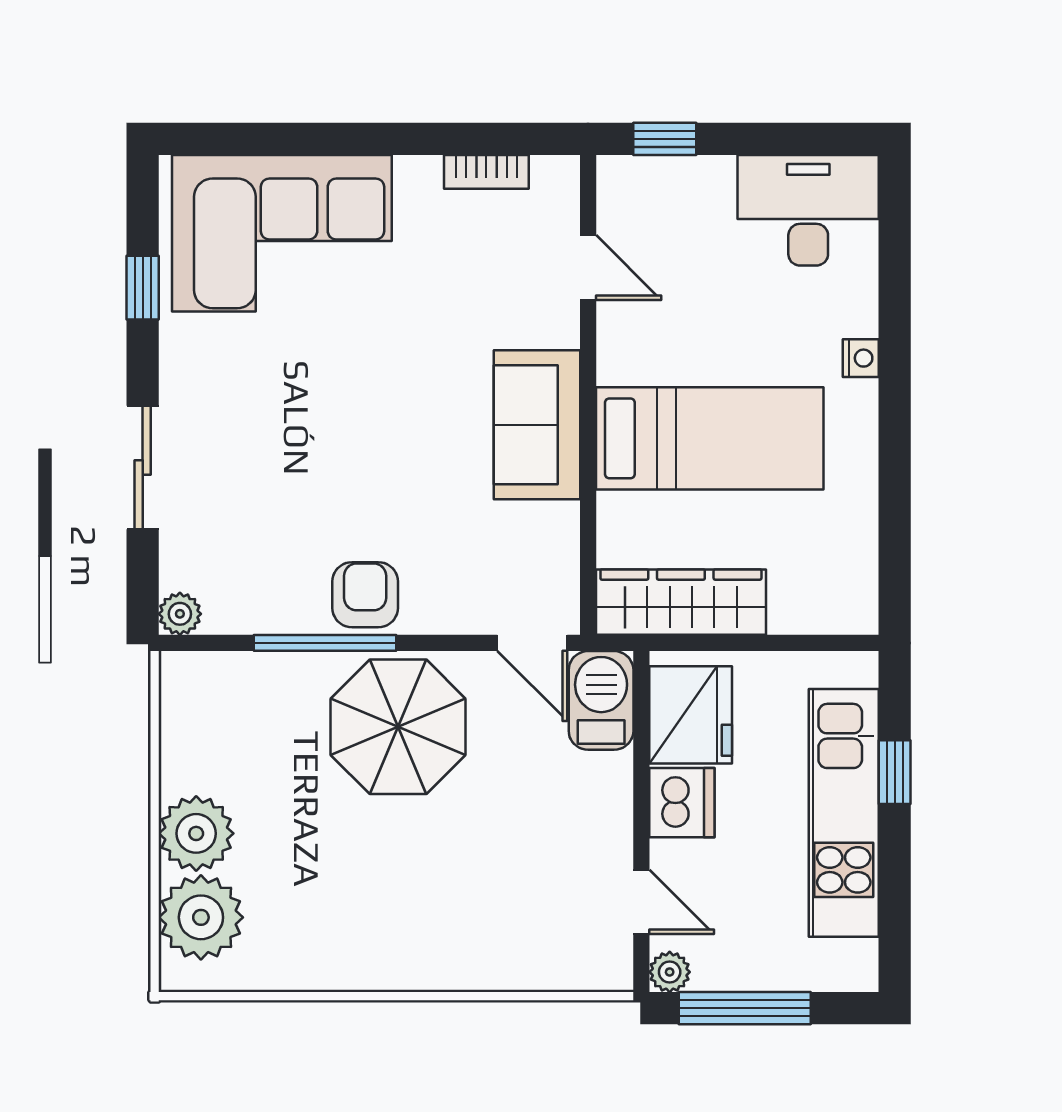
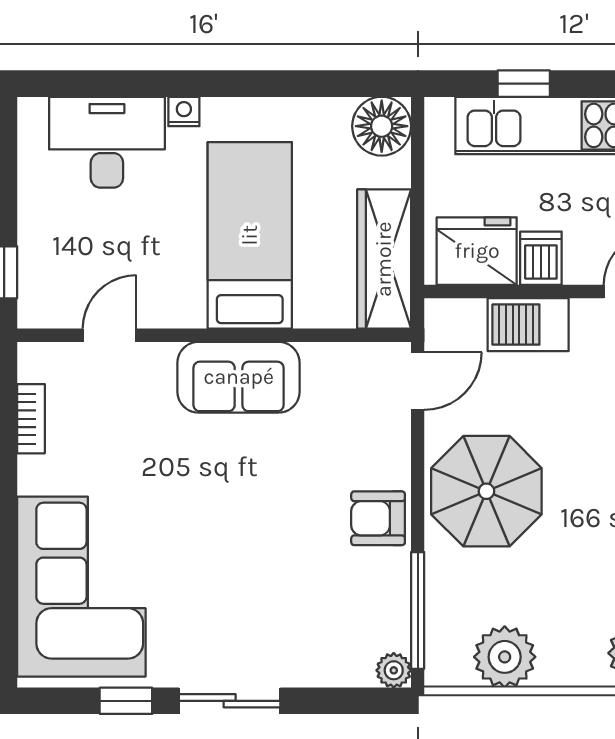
desk: (808, 210) -> (107, 142), moved, turned 90
sliding door: (143, 467) -> (230, 701), moved
floor lamp: (843, 599) -> (382, 126), added
window: (325, 643) -> (418, 610), moved
barbecue: (601, 700) -> (528, 325), moved
dishwasher: (682, 803) -> (541, 258), width x0.73
plant: (196, 833) -> (505, 657), moved

